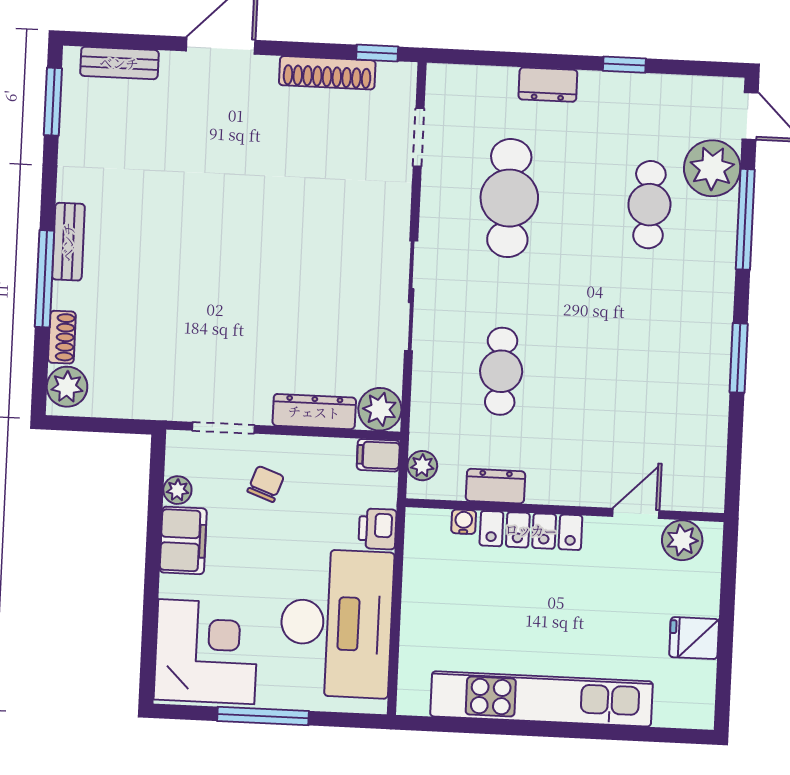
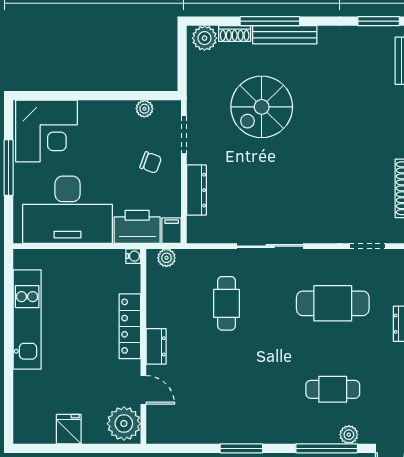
plant: (712, 168) -> (349, 435), width x0.53, depth x0.53
bench: (68, 242) -> (285, 35), width x1.36
spiral stairs: (184, 299) -> (262, 107), added
cafe table: (501, 371) -> (227, 303), turned 90
plant: (380, 409) -> (200, 230), removed
dresser: (495, 486) -> (156, 346), moved
water cooler: (464, 522) -> (133, 256), moved
printer: (377, 529) -> (137, 227), width x1.87, depth x1.48
filing cabinet: (183, 540) -> (114, 114), removed
plant: (682, 540) -> (124, 424), width x1.36, depth x1.36
kitchen unit: (541, 699) -> (27, 319), width x0.73

